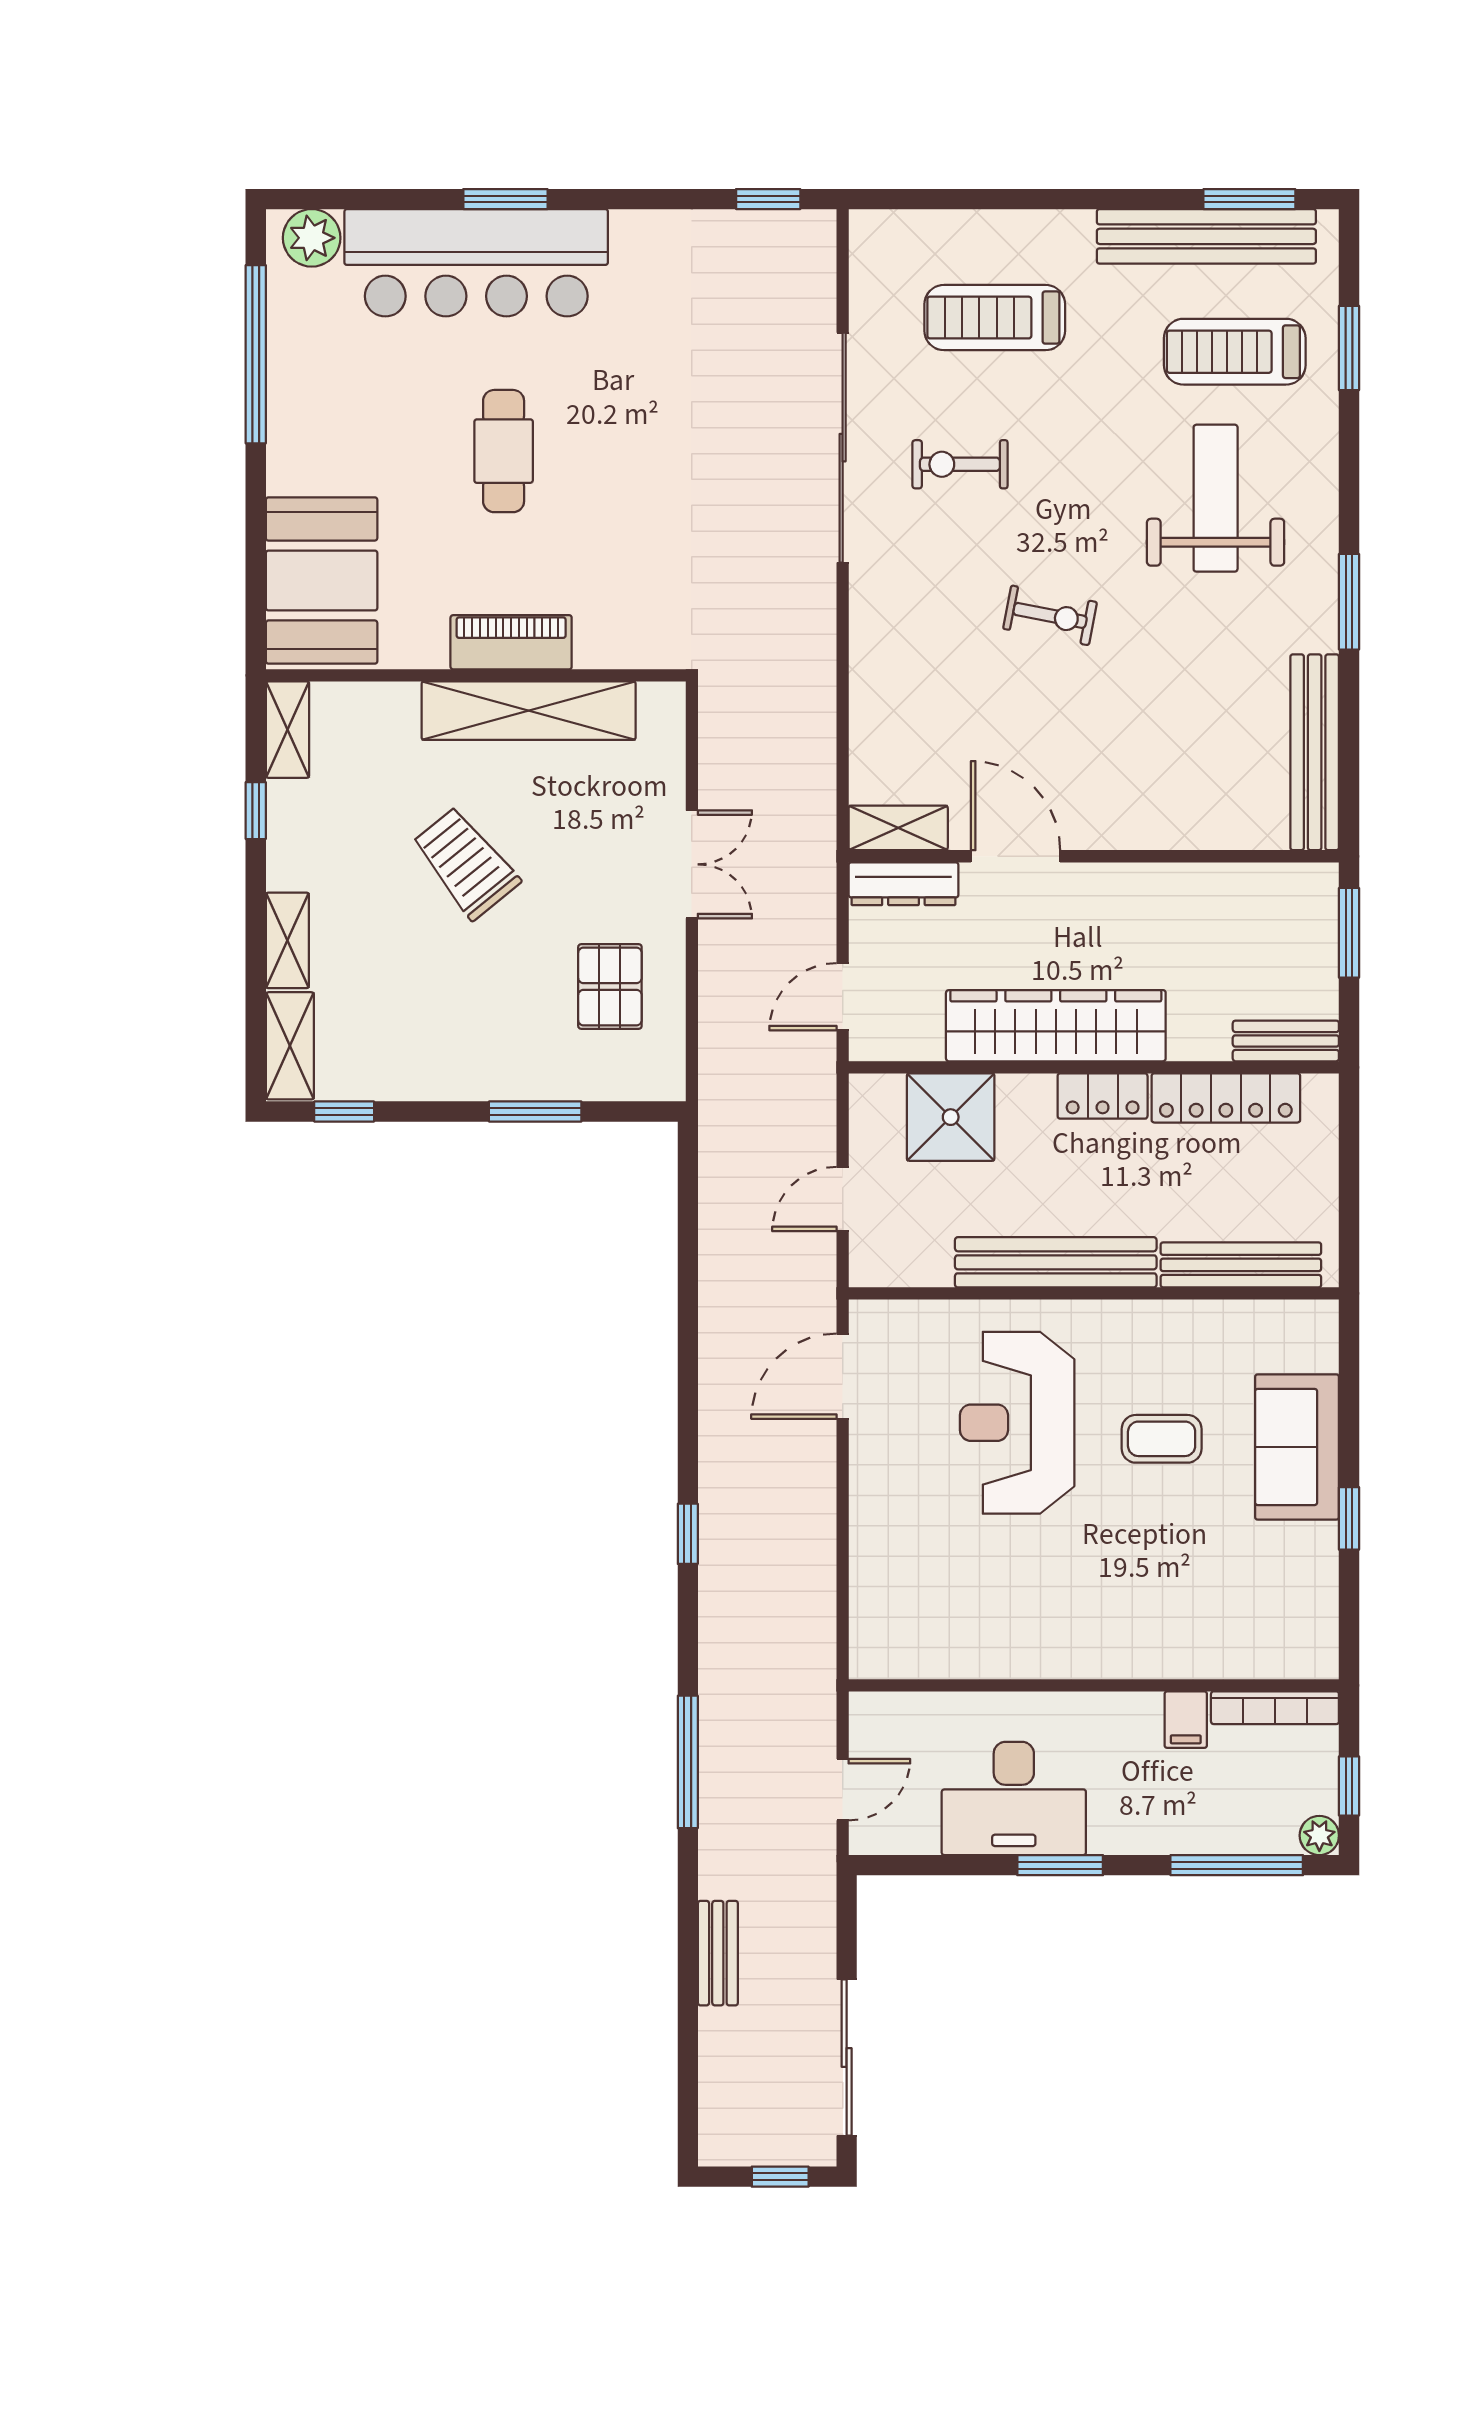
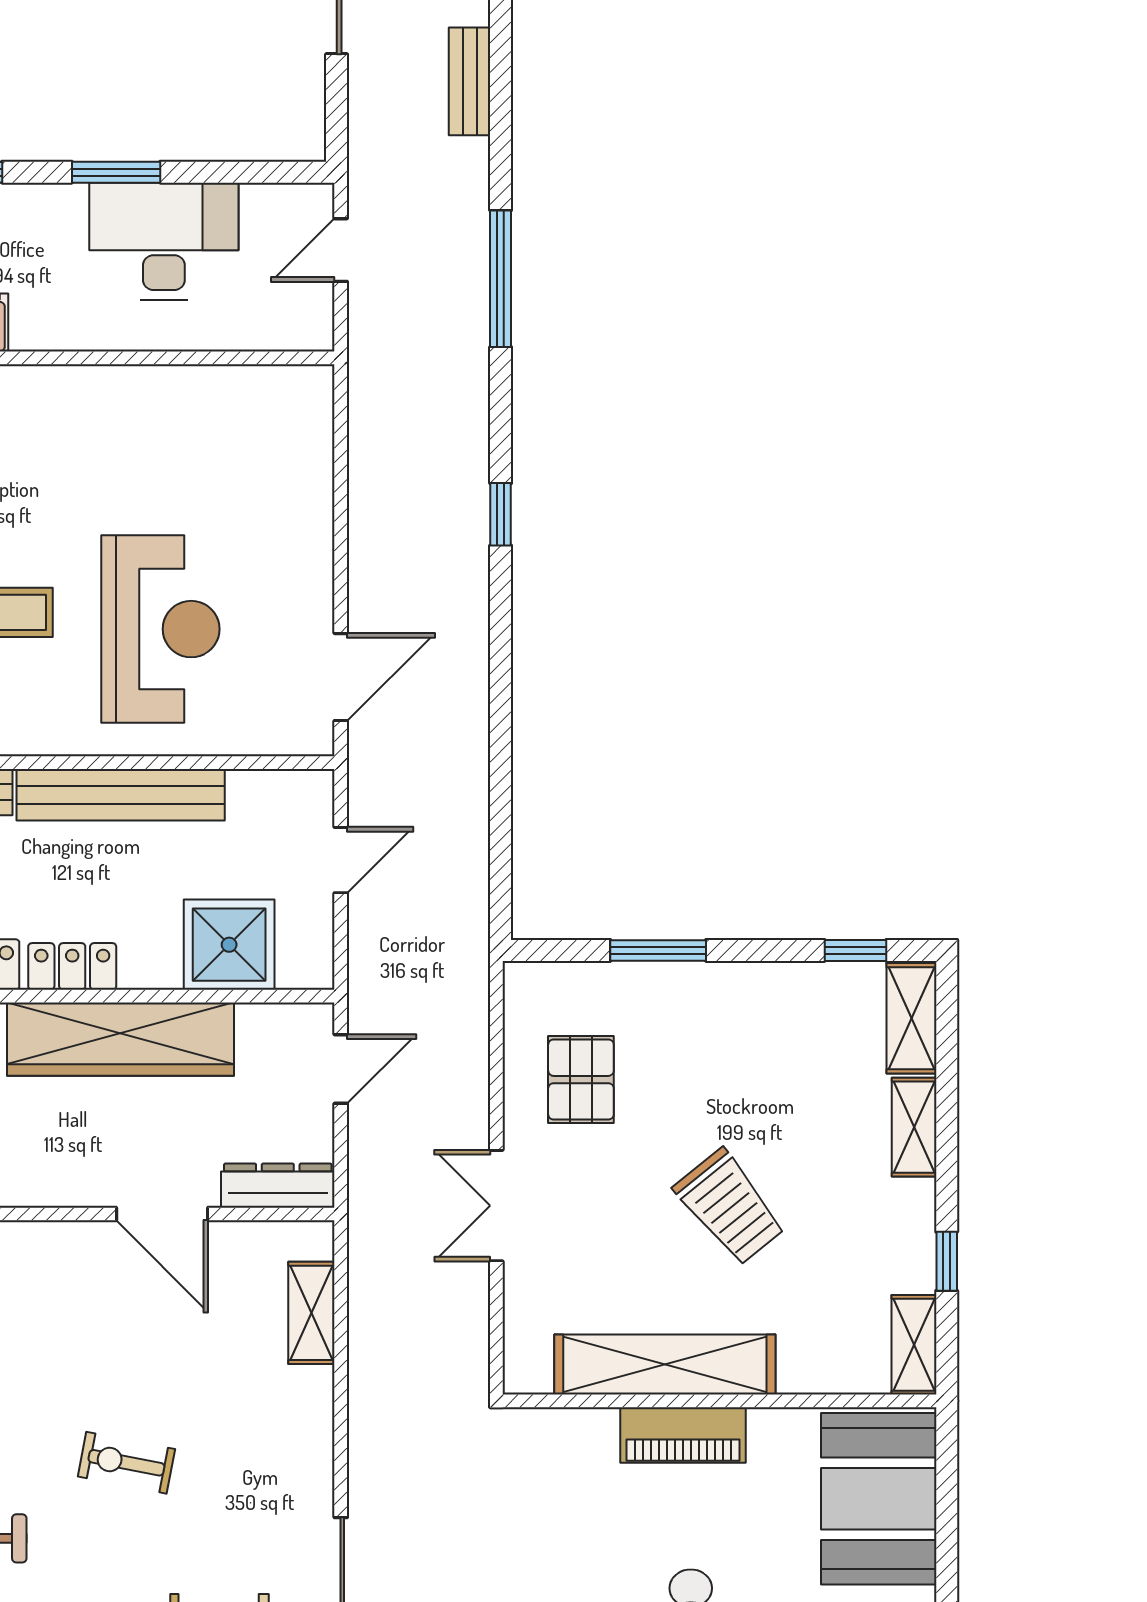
shelving: (898, 828) -> (311, 1313), moved, turned 90

